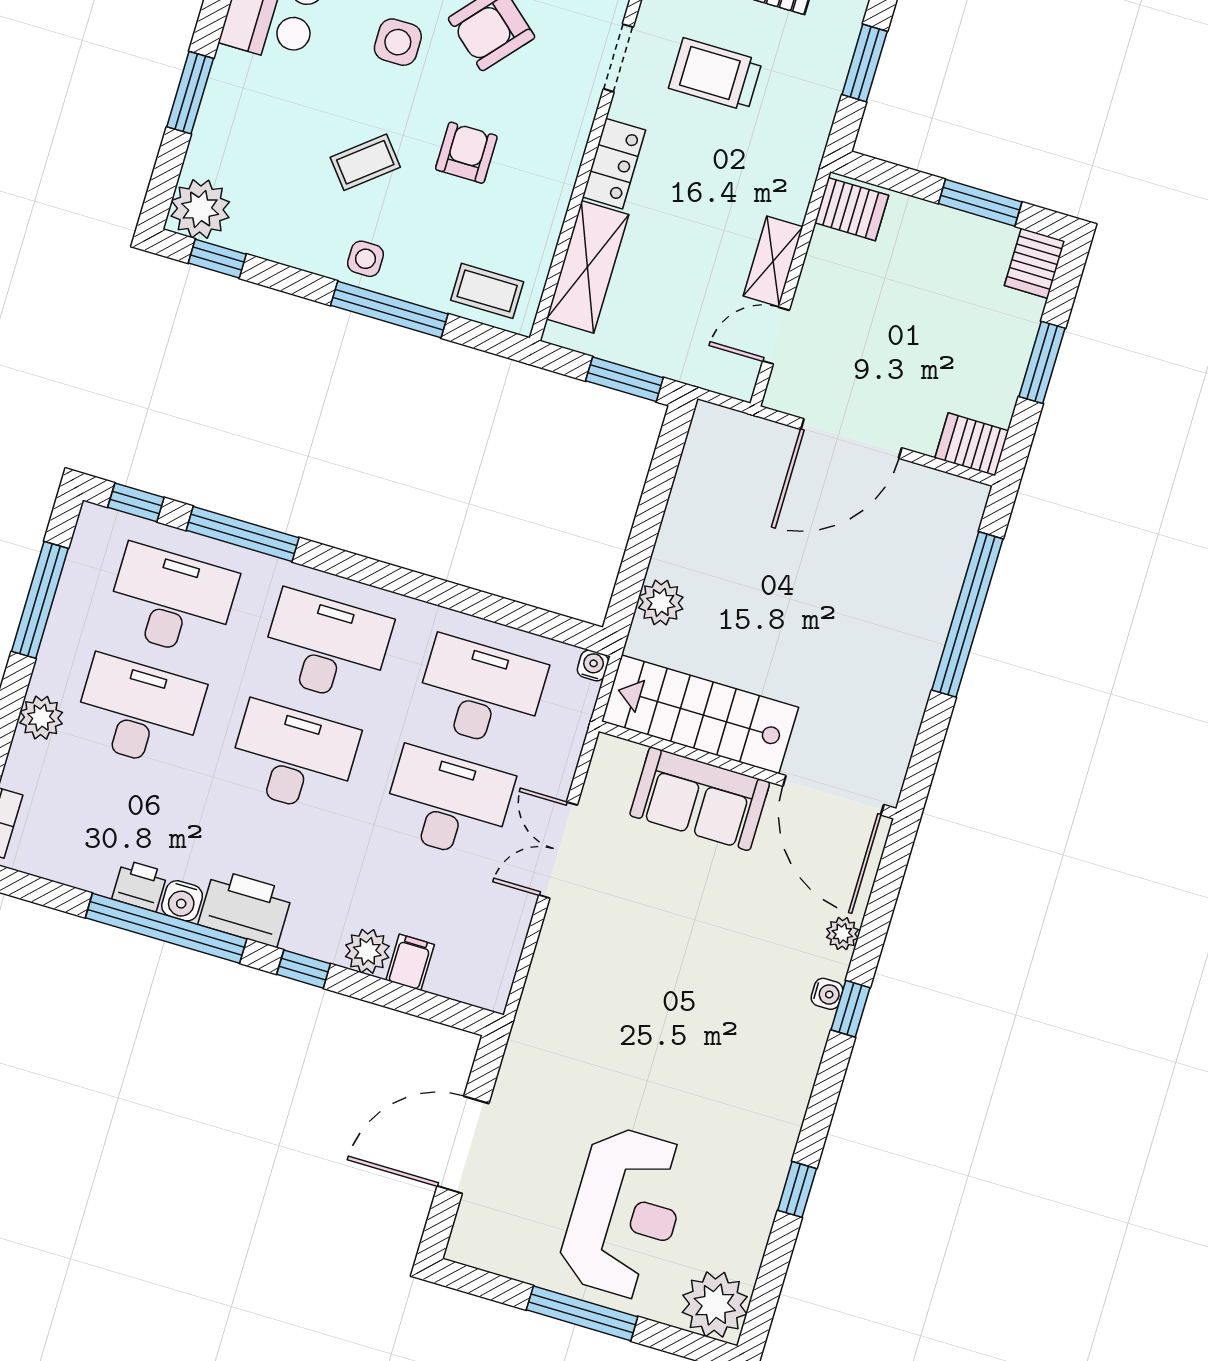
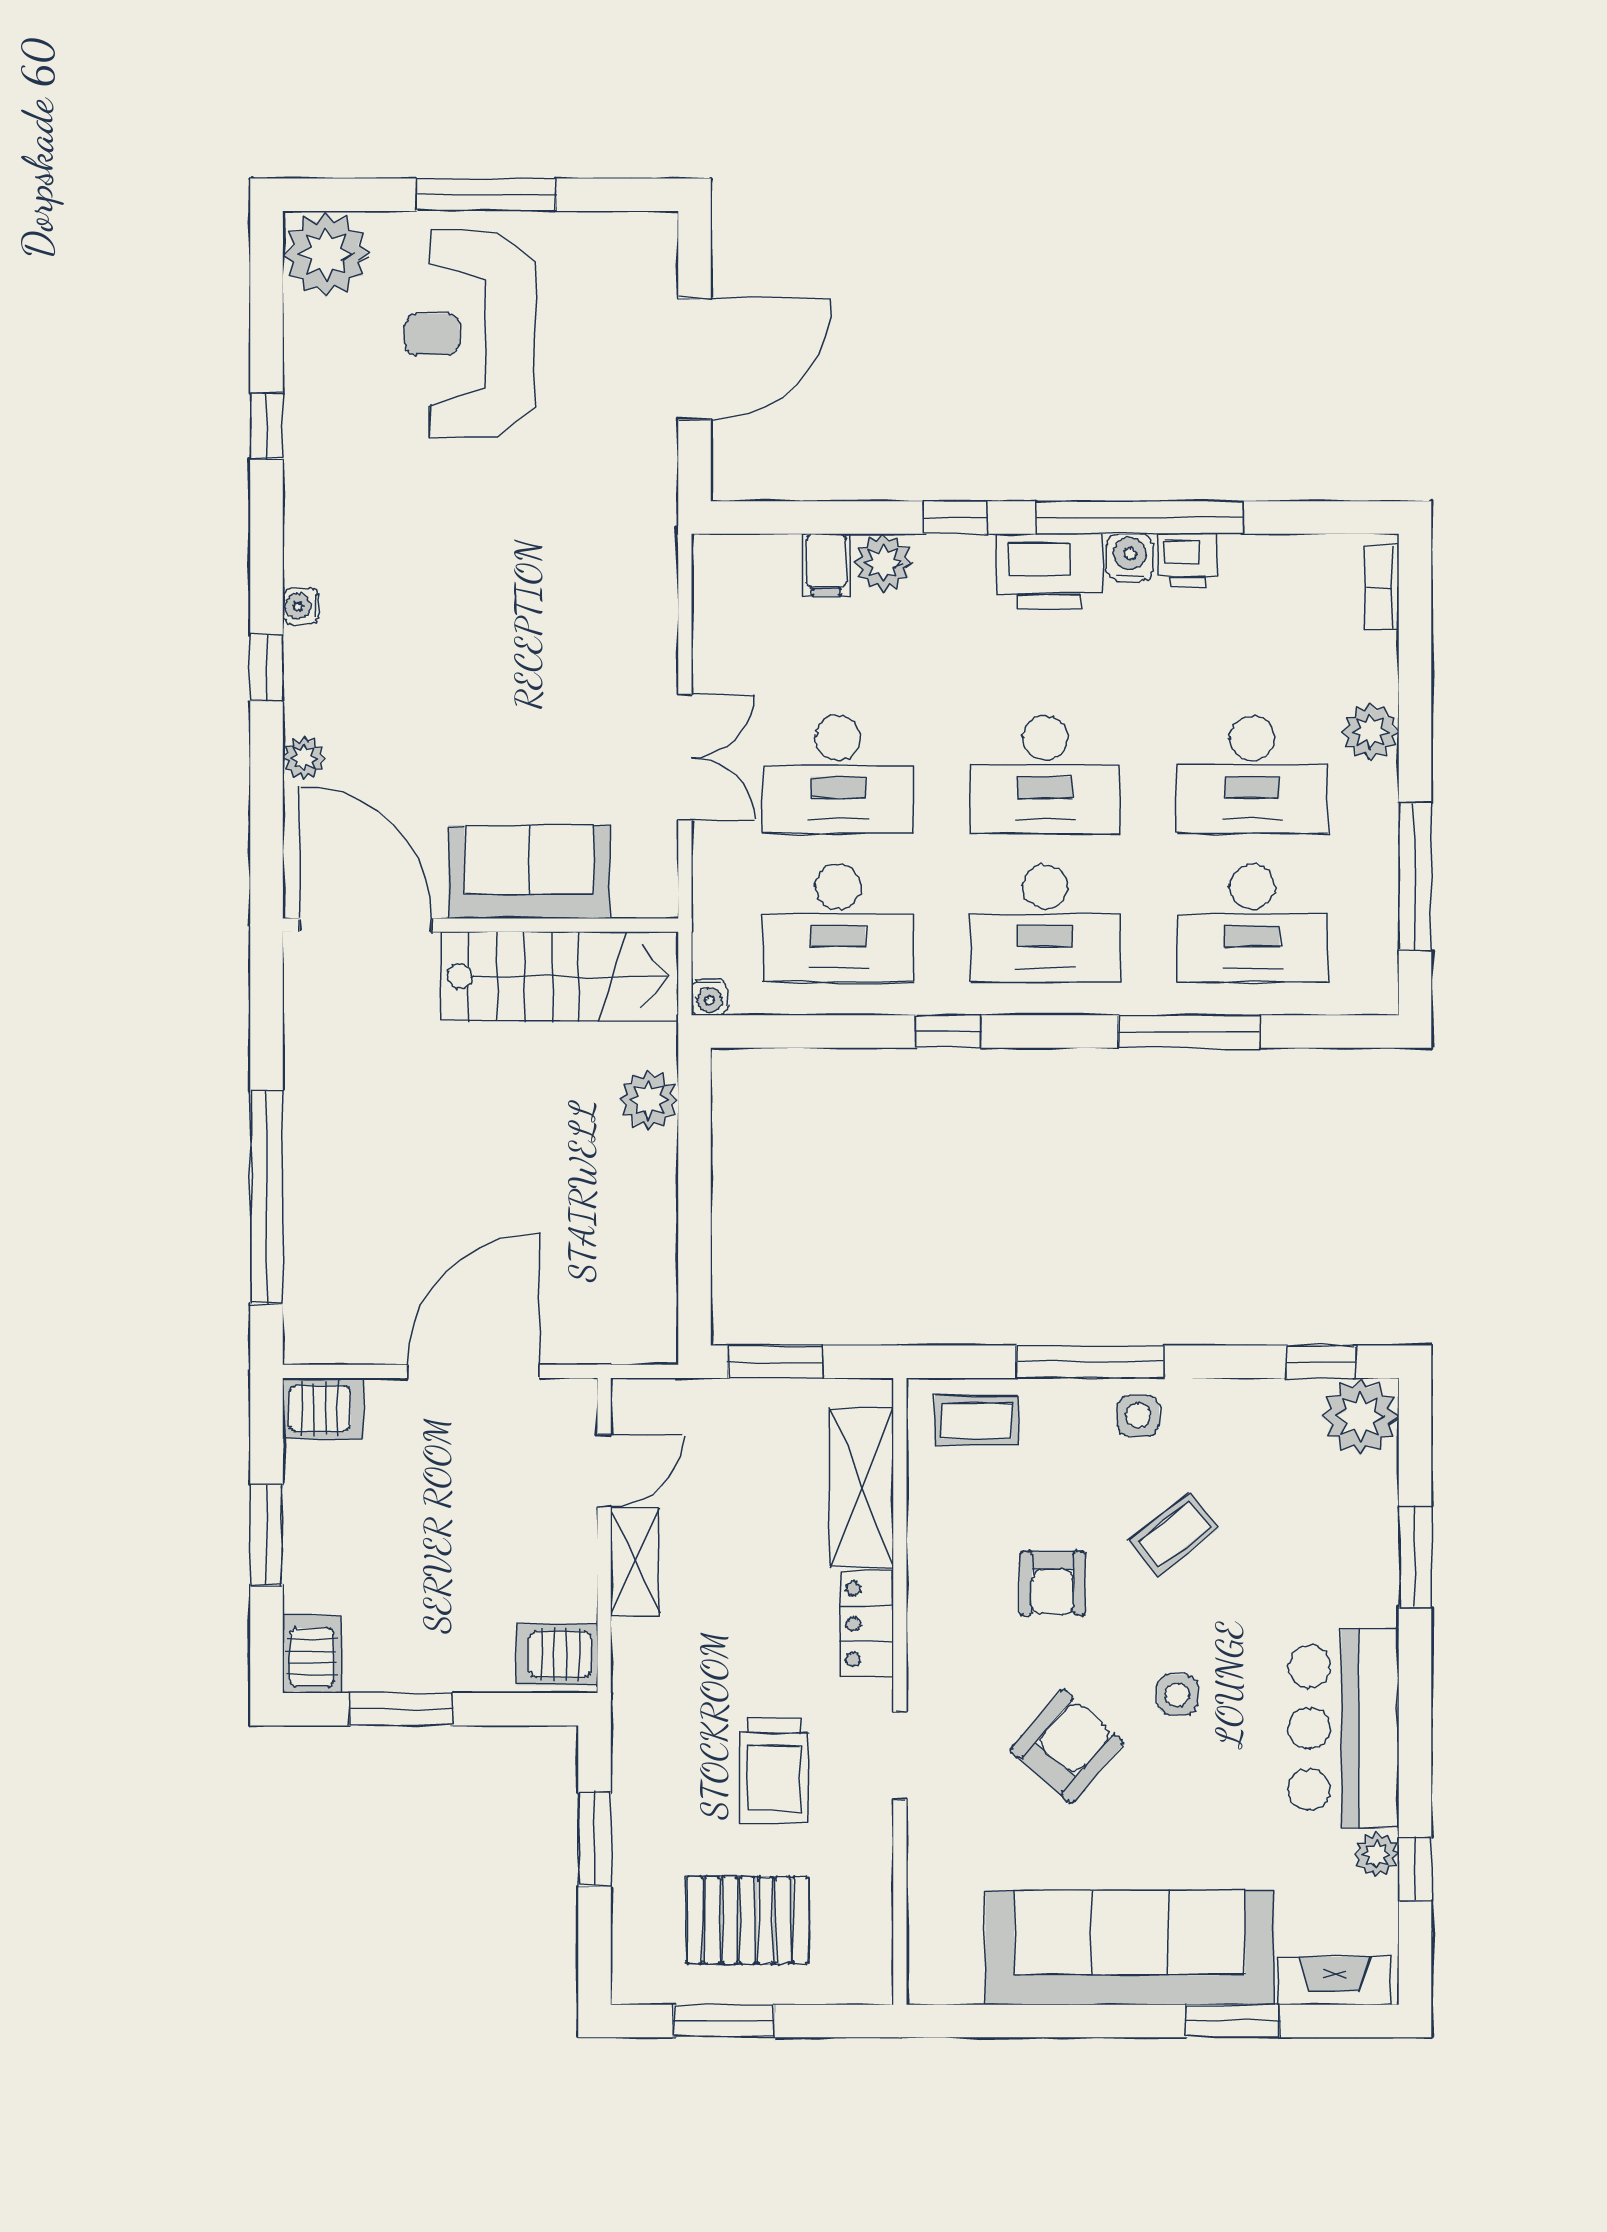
side table: (398, 42) -> (1177, 1695), width x0.73, depth x0.73
trolley: (715, 75) -> (774, 1771), turned 90
window: (136, 502) -> (948, 1032), moved
water cooler: (827, 994) -> (301, 606), moved

